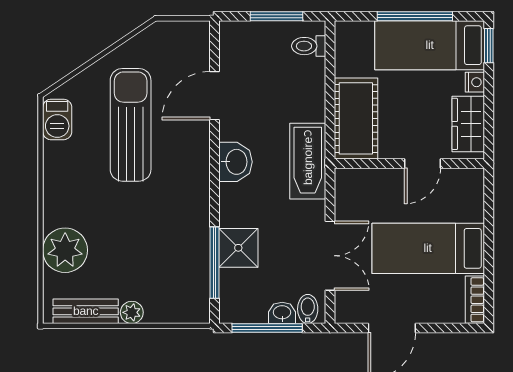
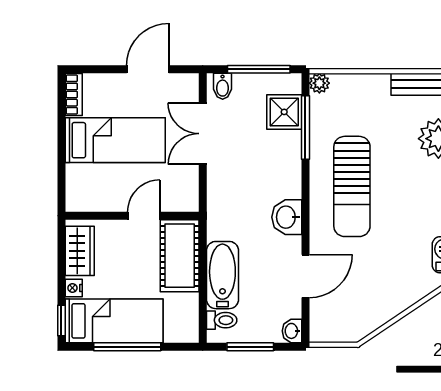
sun lounger: (131, 125) -> (352, 186), moved
bathtub: (308, 161) -> (222, 275), moved
door: (423, 163) -> (144, 216), moved
shower: (238, 248) -> (284, 112), moved
plant: (132, 312) -> (319, 83), moved
washbasin: (282, 313) -> (292, 331), moved, turned 90

